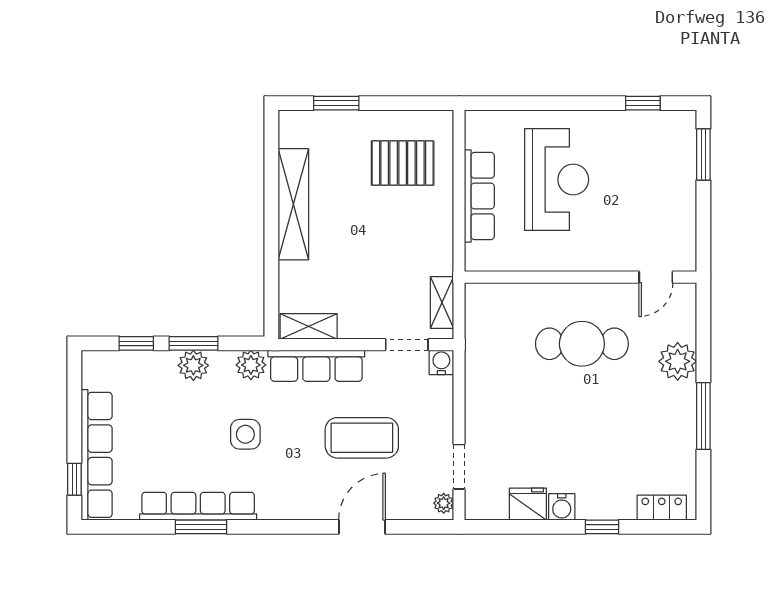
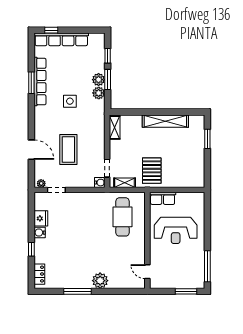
window: (643, 103) -> (207, 266), width x2.17
pallet: (403, 163) -> (152, 171), moved
row of seats: (479, 196) -> (163, 198), width x0.68
wall: (581, 277) -> (147, 240), moved
door: (656, 277) -> (147, 272), moved
cafe table: (582, 344) -> (122, 217), moved
plant: (251, 365) -> (99, 93), moved
row of seats: (316, 366) -> (98, 131), removed

